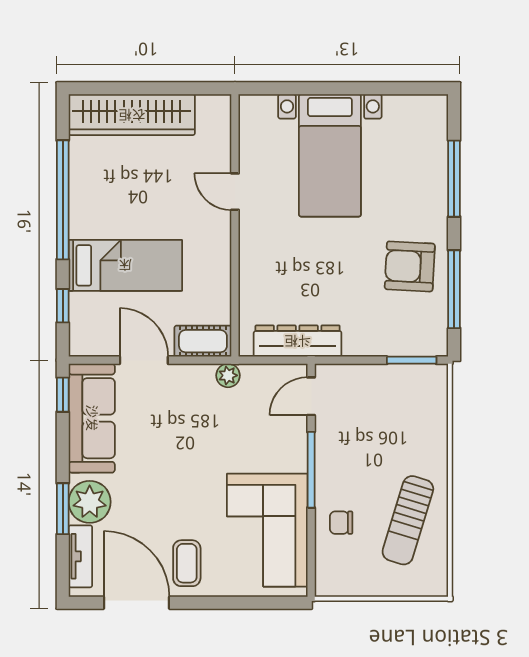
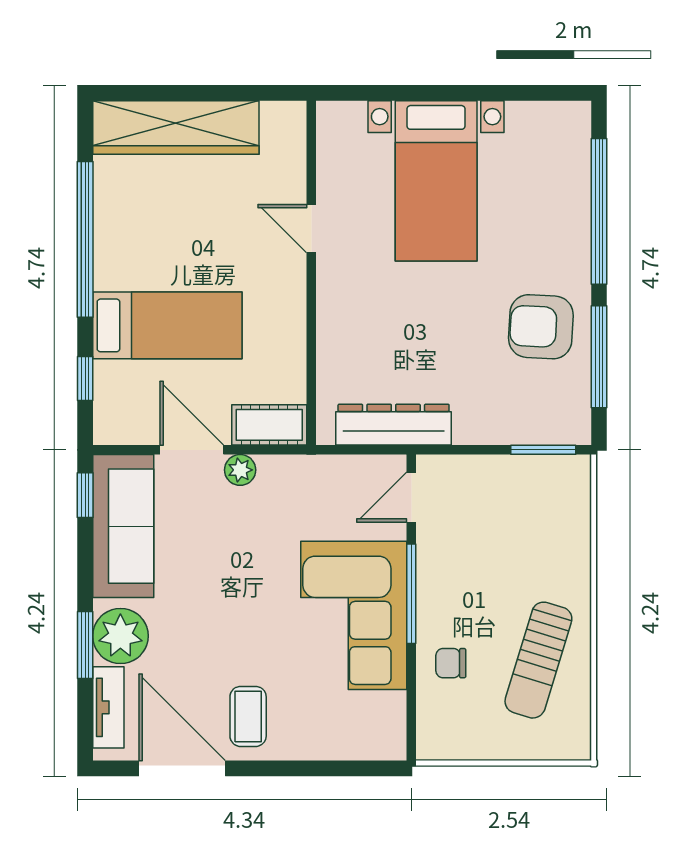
window: (454, 179) -> (599, 211), width x1.46
plant: (228, 375) -> (240, 470), moved
corner sofa: (267, 530) -> (354, 615), moved

